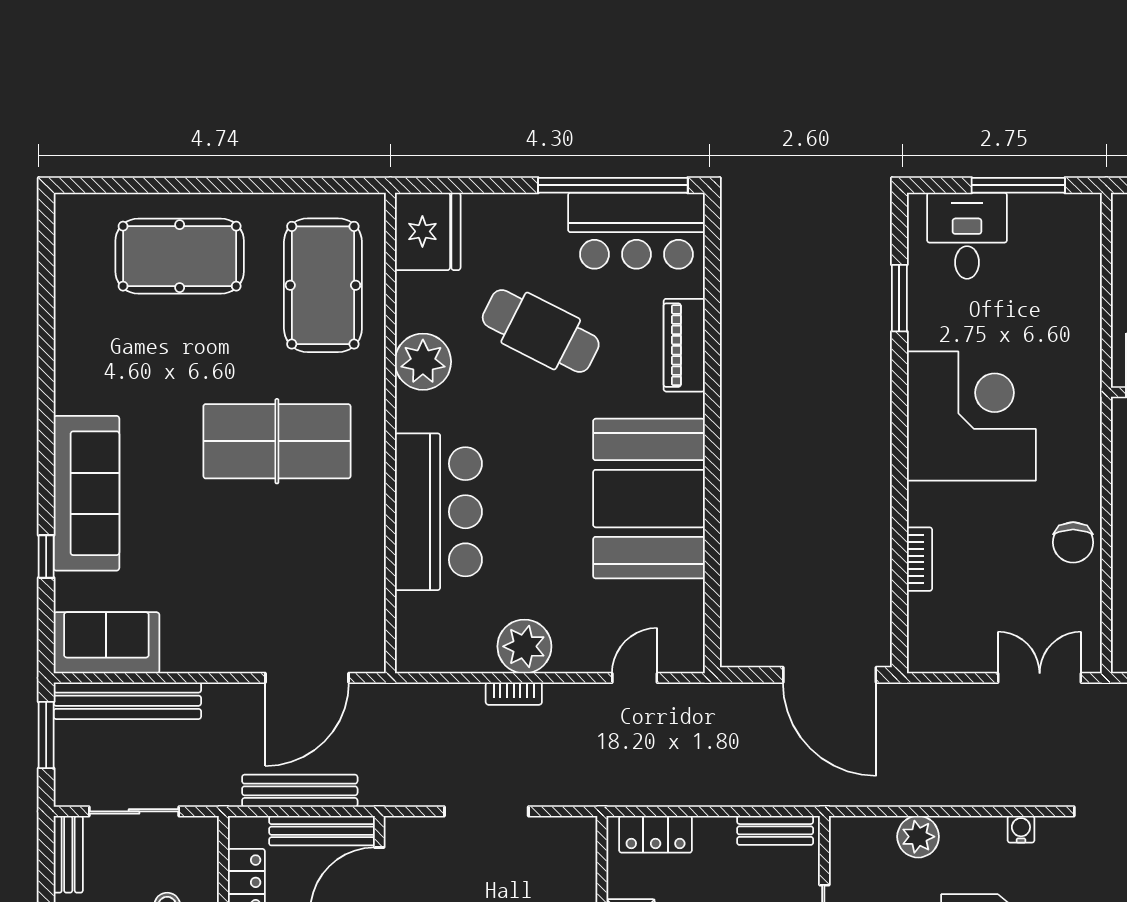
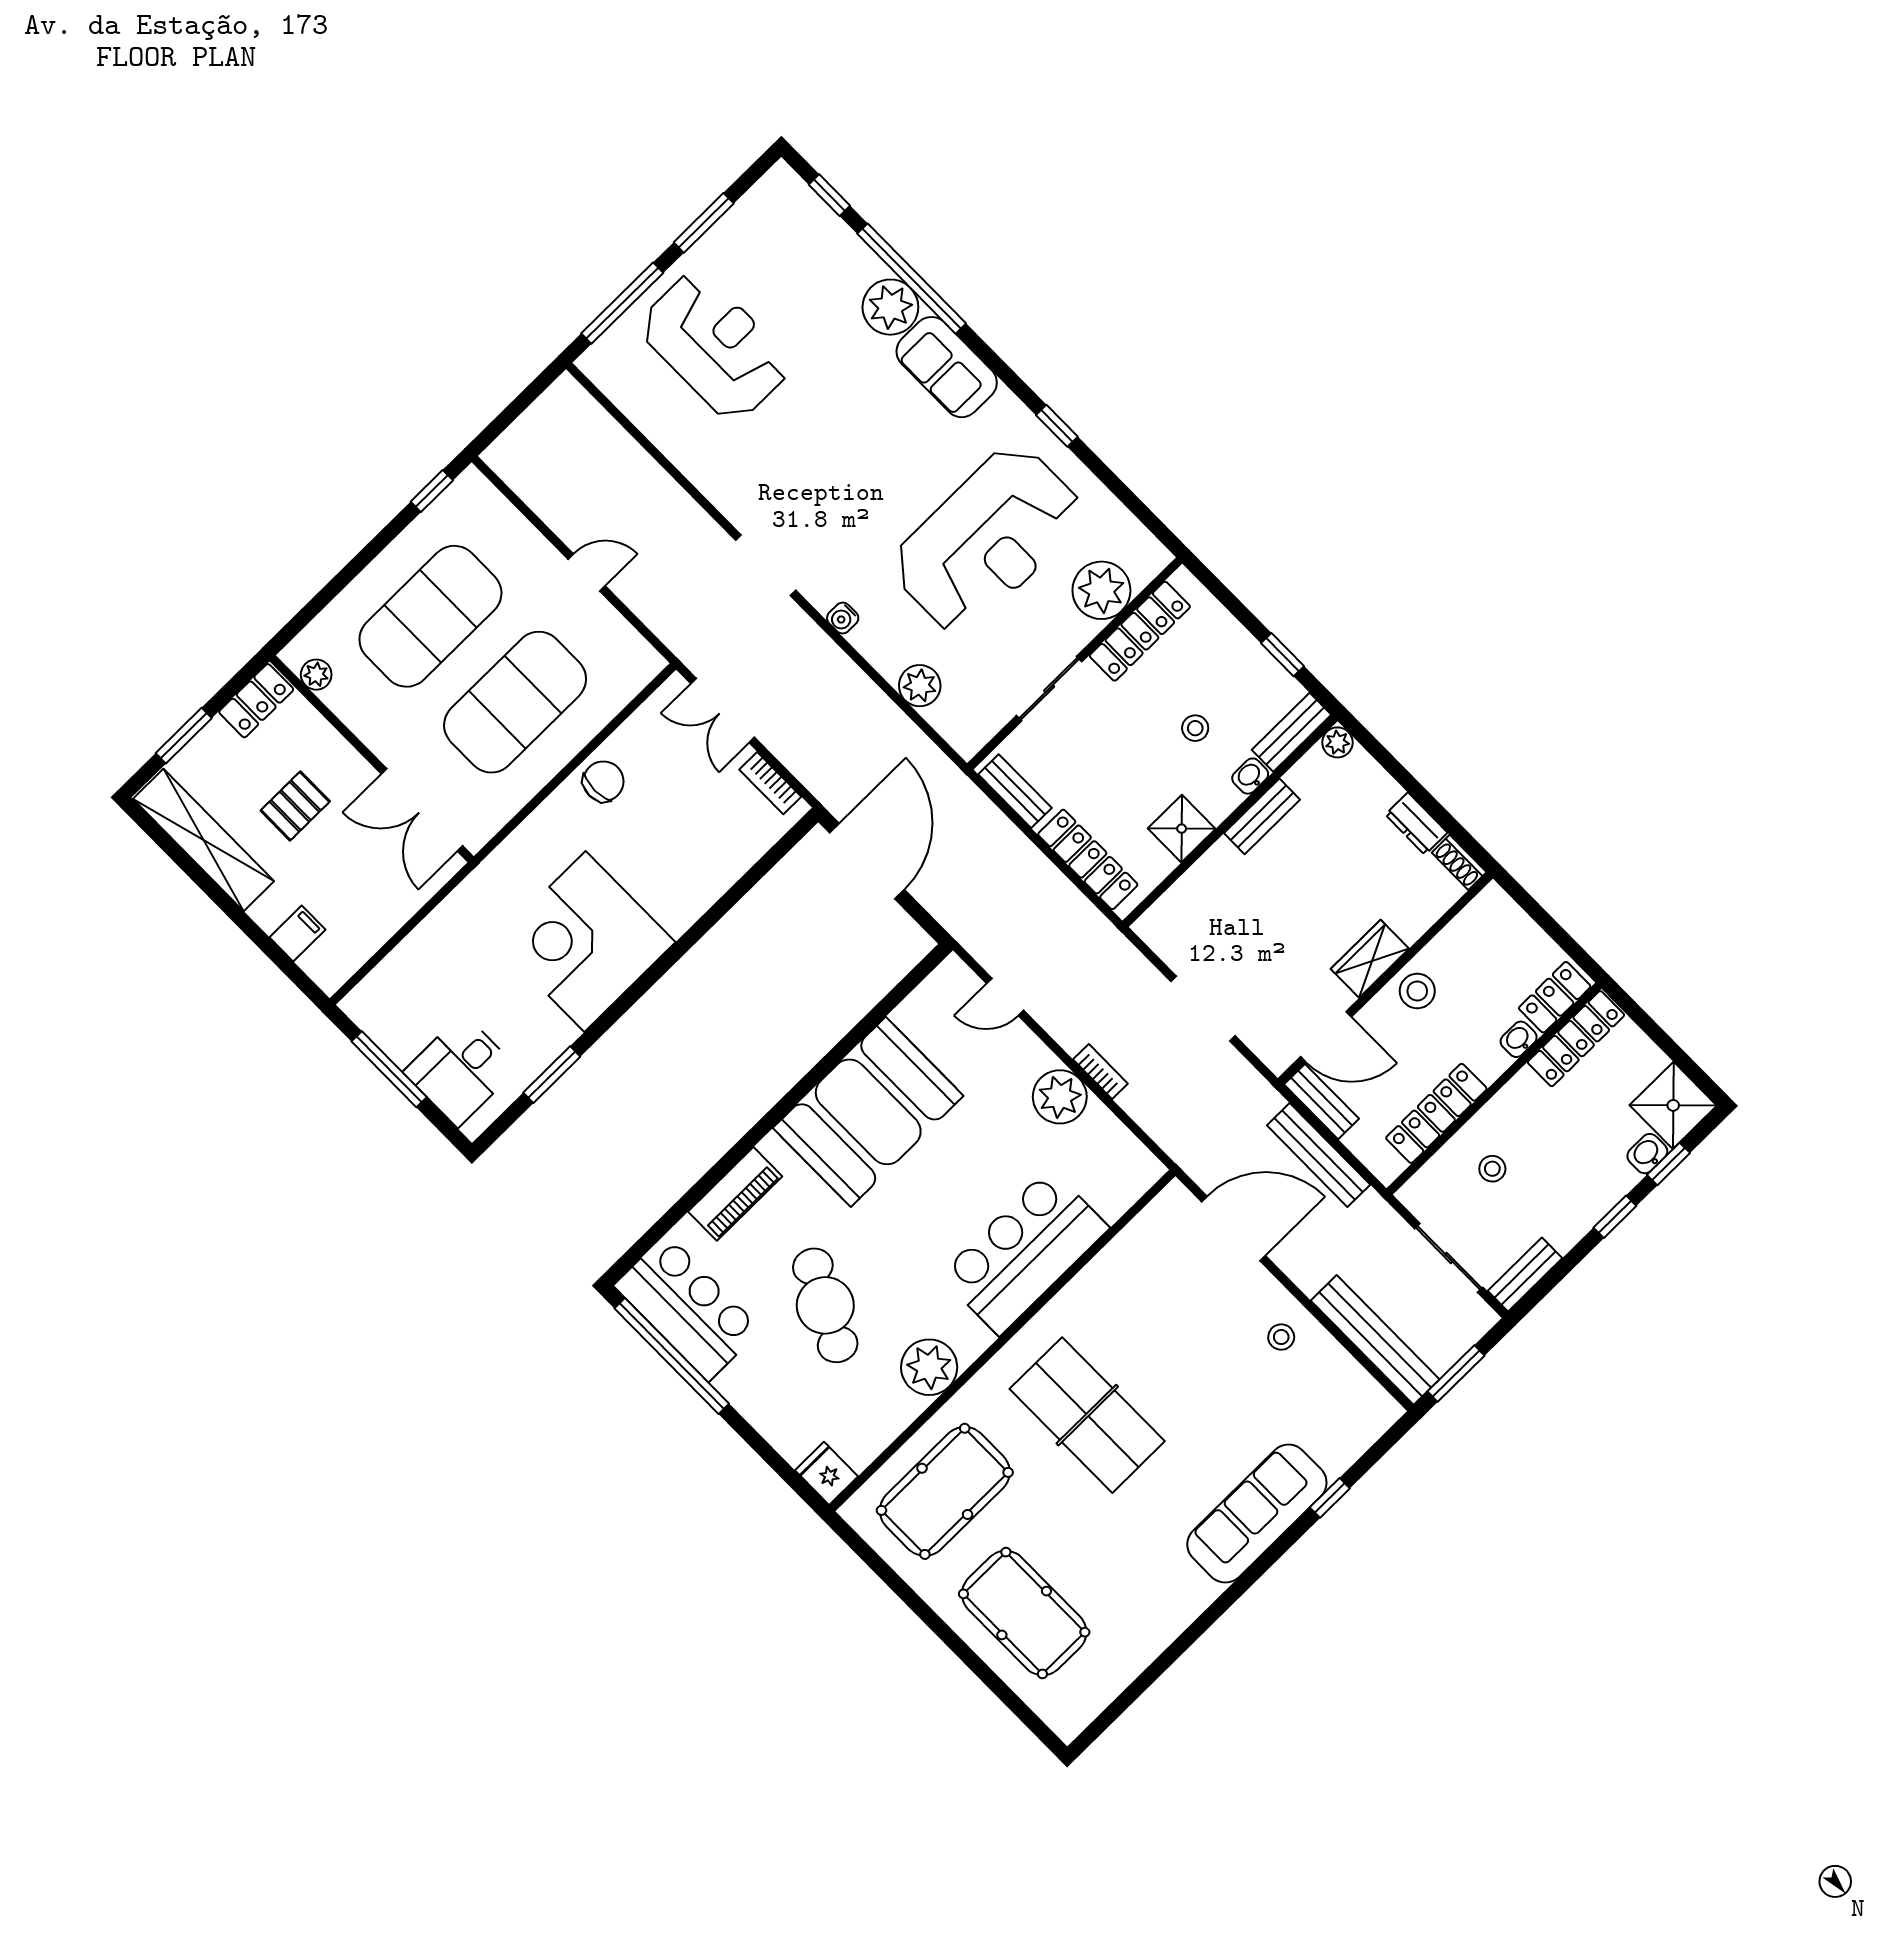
fridge: (428, 231) -> (827, 1473), width x0.53, depth x0.75
bookcase: (919, 559) -> (770, 783), moved, turned -90
stool: (196, 635) -> (1281, 1337), added
sofa: (106, 643) -> (1349, 1395), removed
bench: (322, 831) -> (1322, 1102), width x0.73
locker: (656, 834) -> (1088, 859), width x1.53

